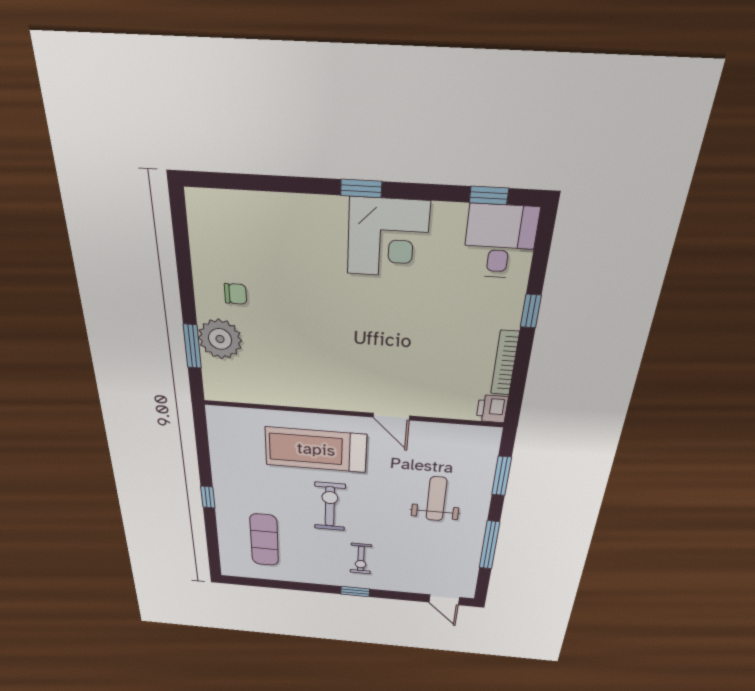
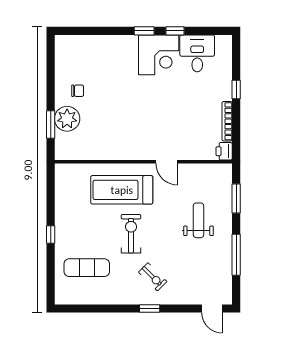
window: (489, 195) -> (175, 31), moved
desk: (500, 242) -> (197, 53), moved
exercise mat: (264, 540) -> (87, 268), turned 90
exercise bike: (361, 559) -> (153, 277), turned -45

